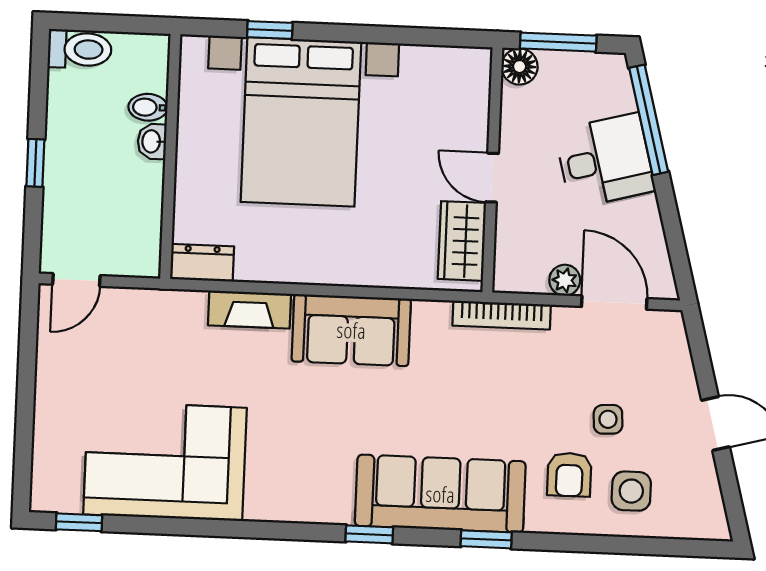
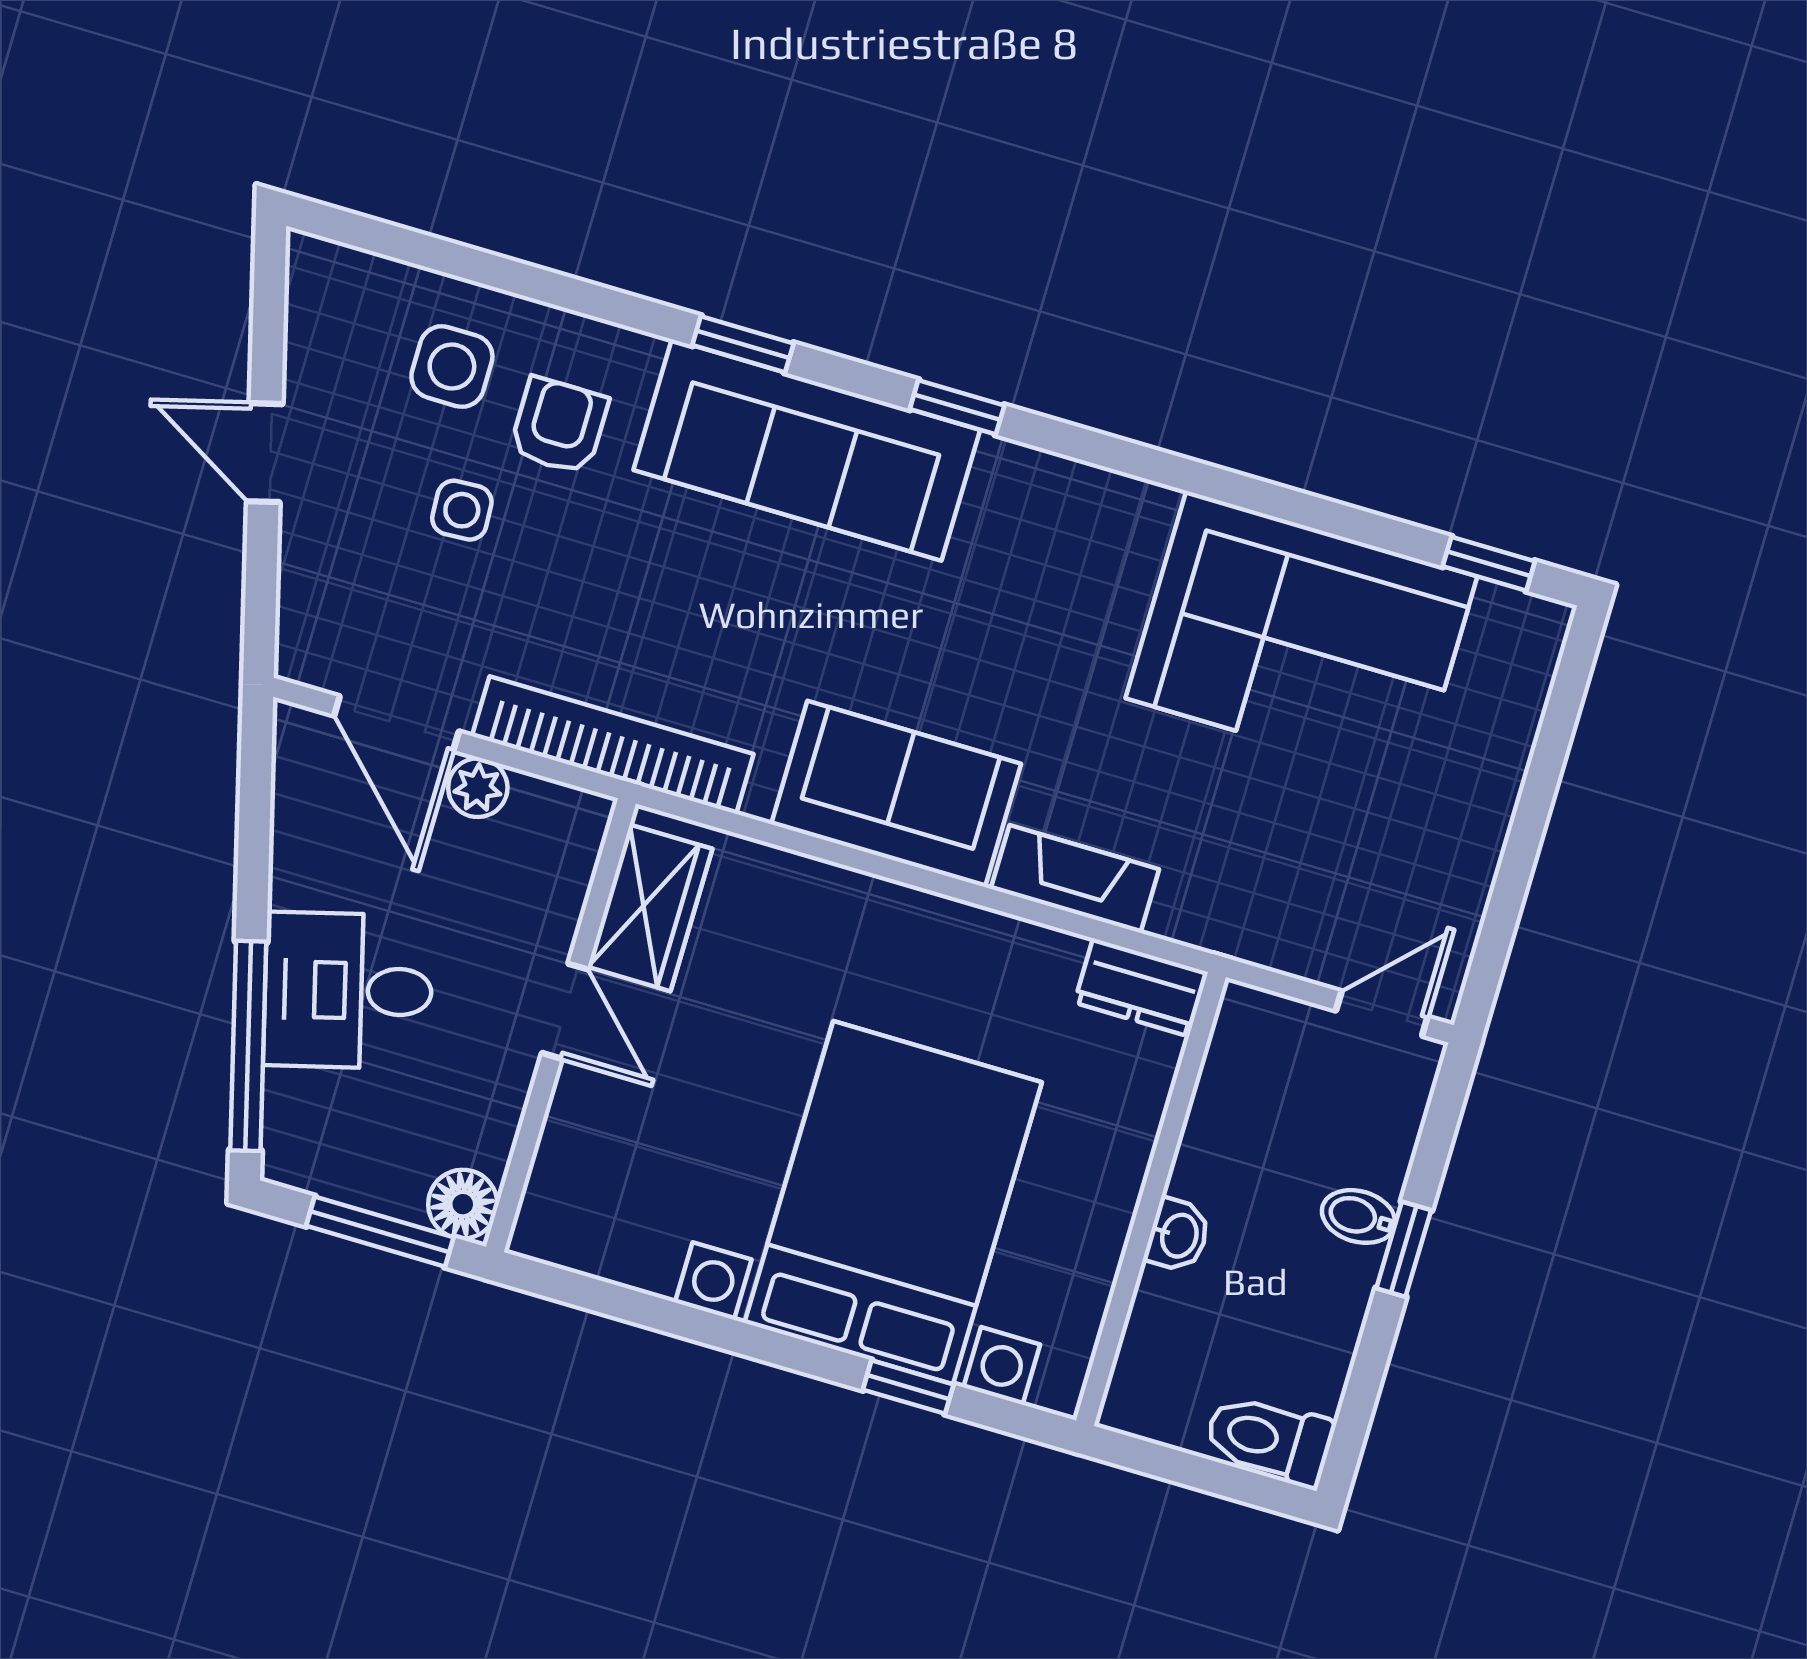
bidet: (148, 107) -> (1359, 1216), moved, turned 180
bookcase: (502, 315) -> (613, 745), width x1.48, depth x1.31

